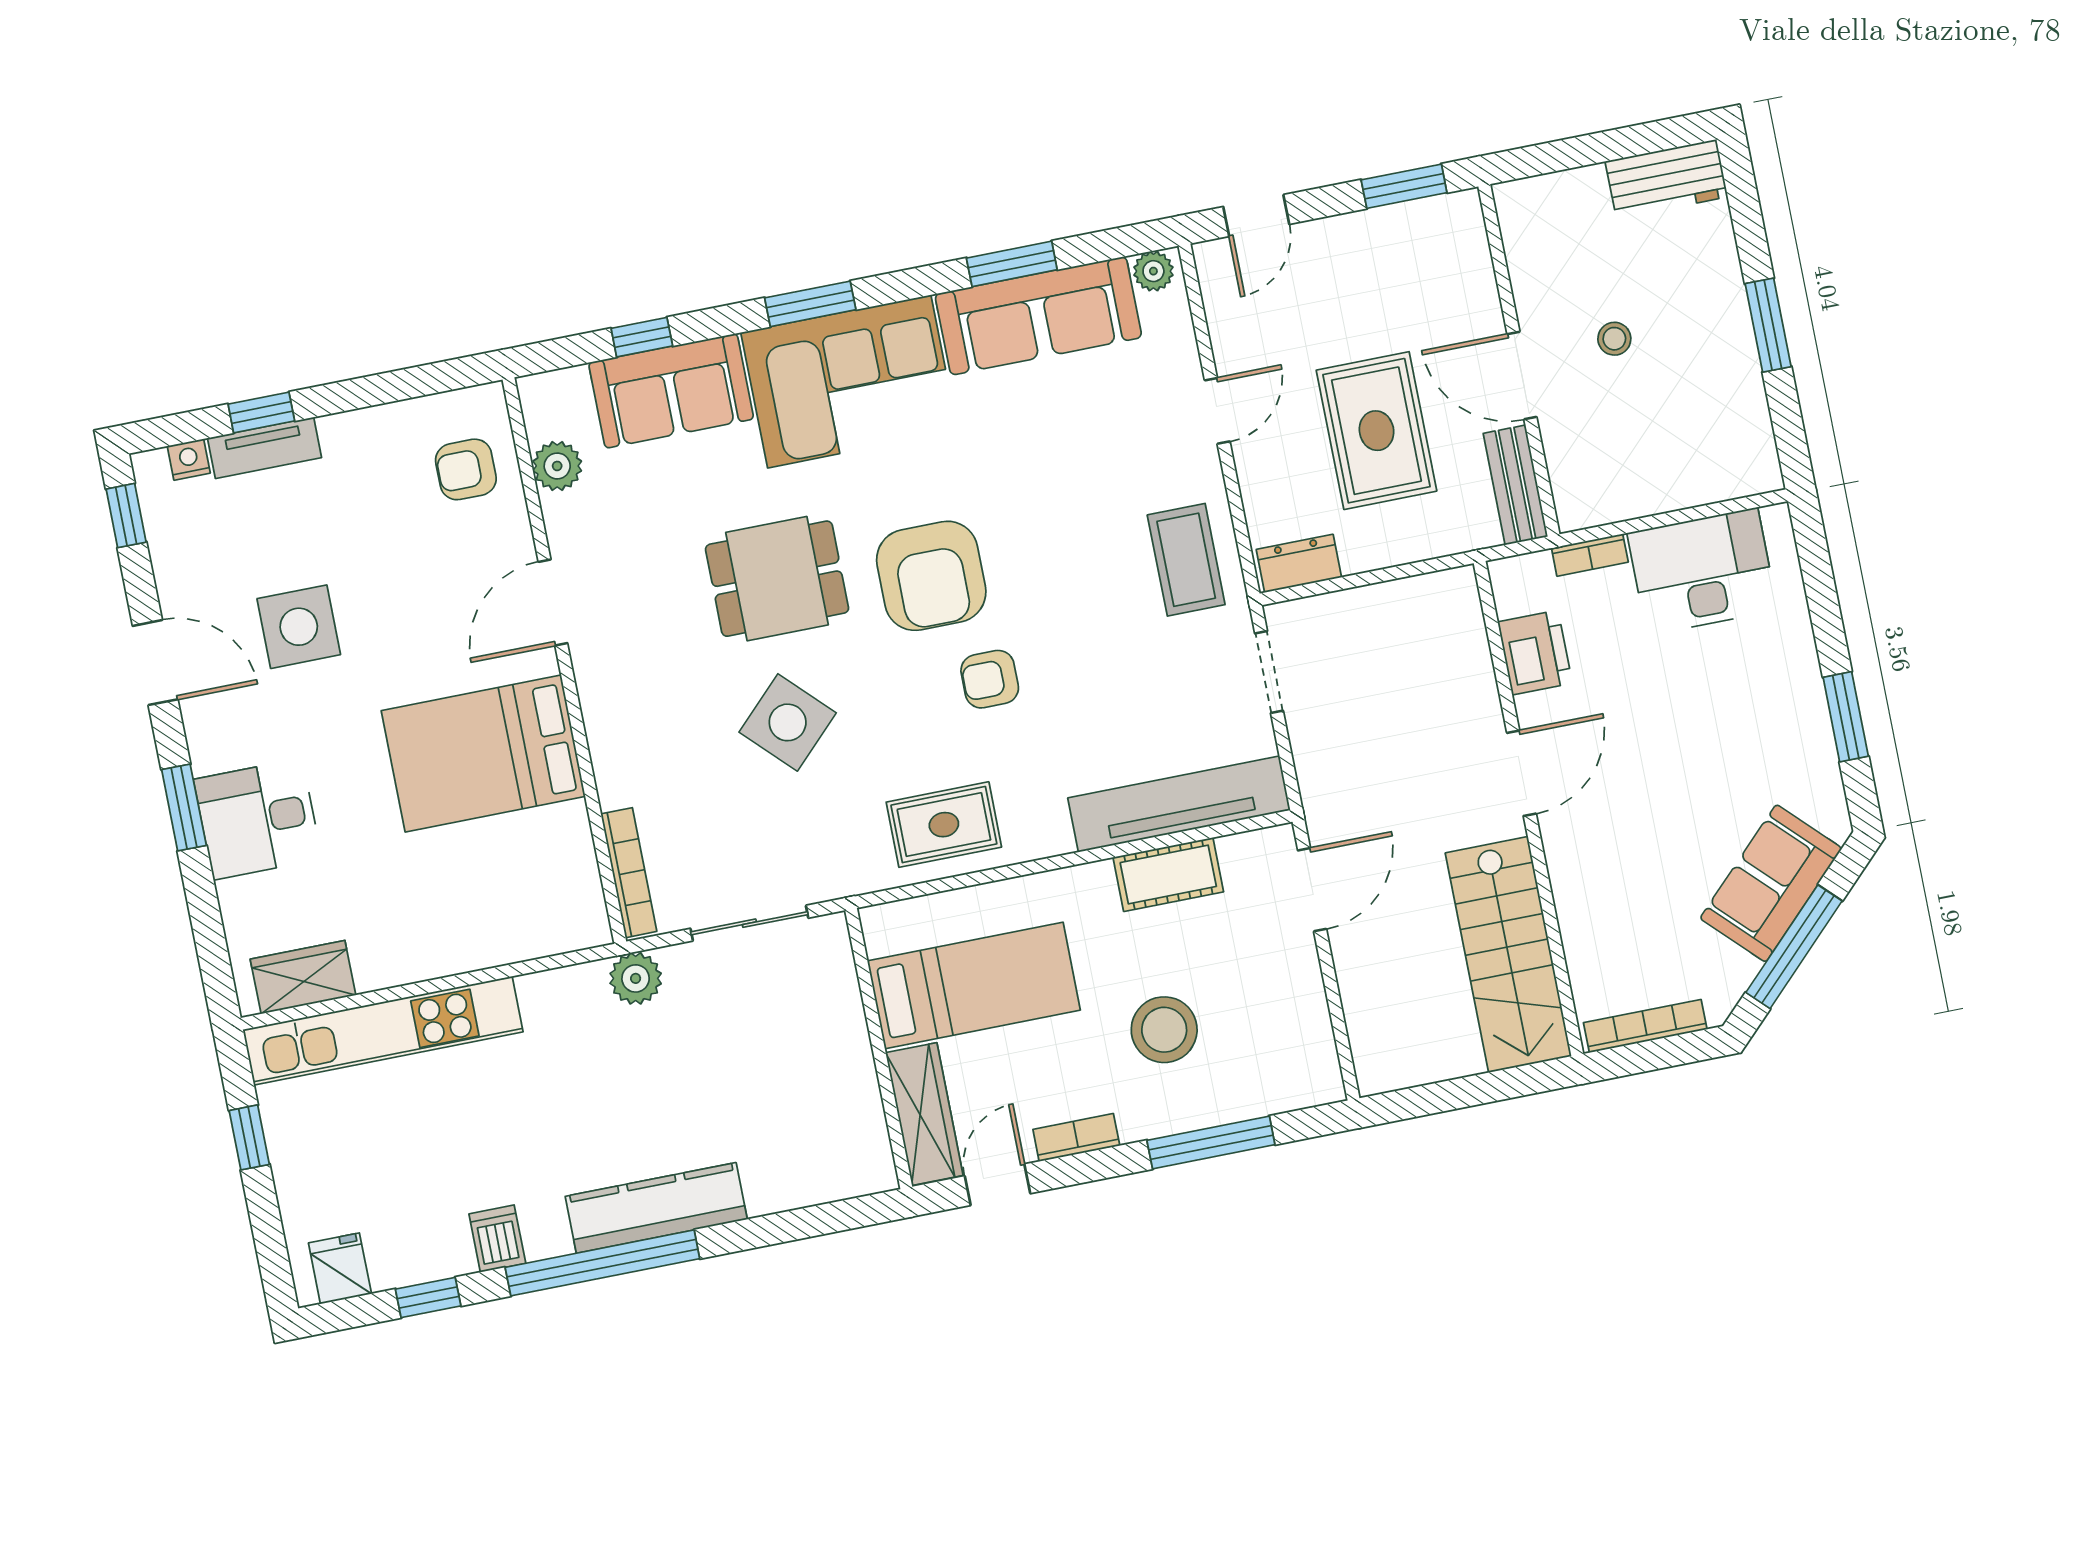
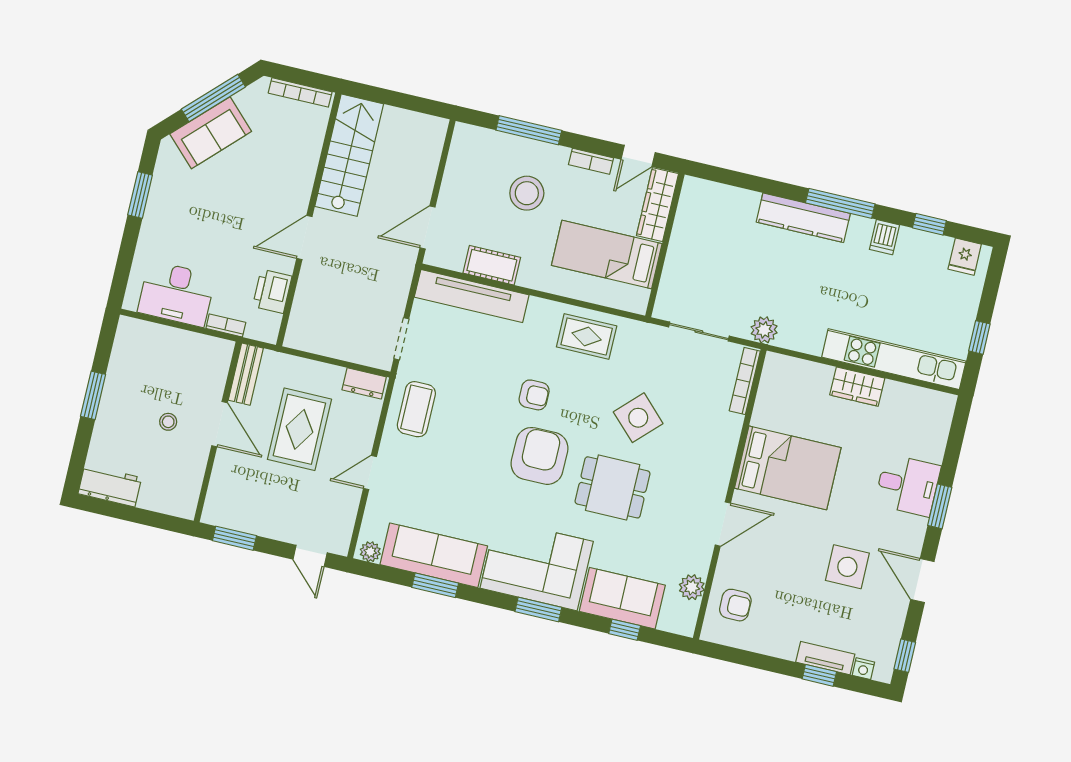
door: (1256, 216) -> (310, 556), swing flipped
wardrobe: (303, 977) -> (857, 387), moved
window: (602, 1263) -> (840, 203), width x0.68

